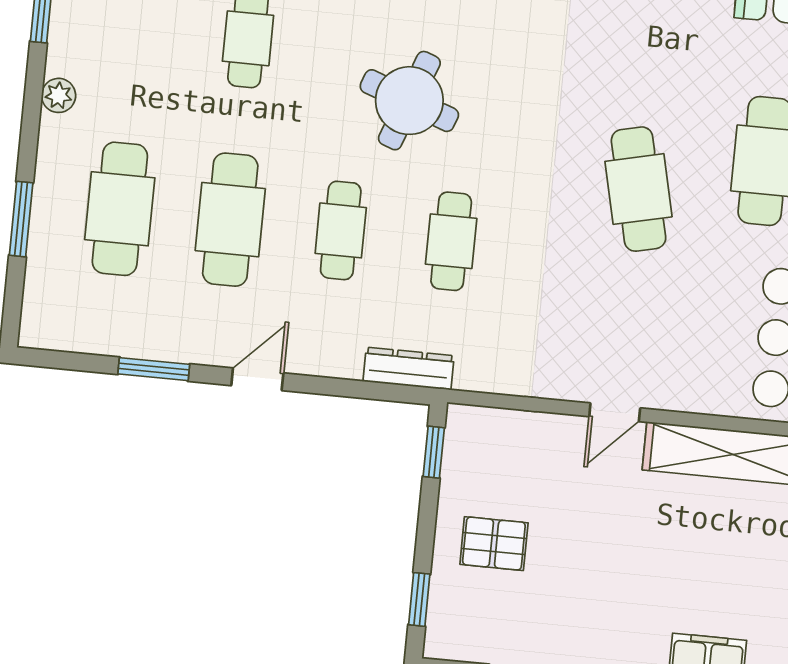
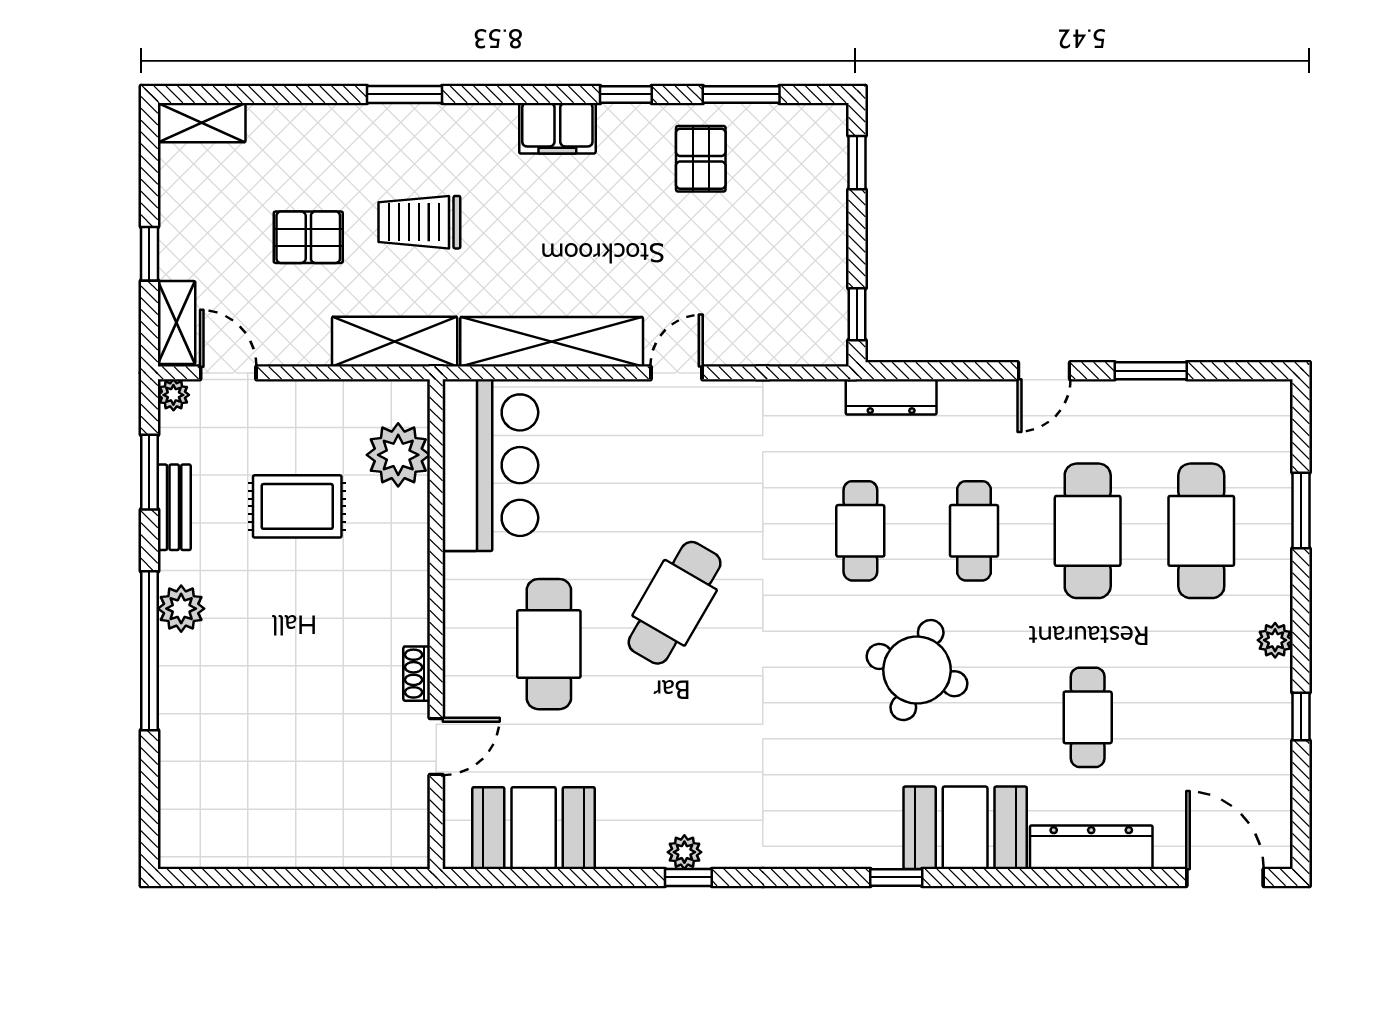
cafe table: (639, 189) -> (675, 603), turned 43
pallet: (494, 544) -> (701, 159), moved, turned 90

